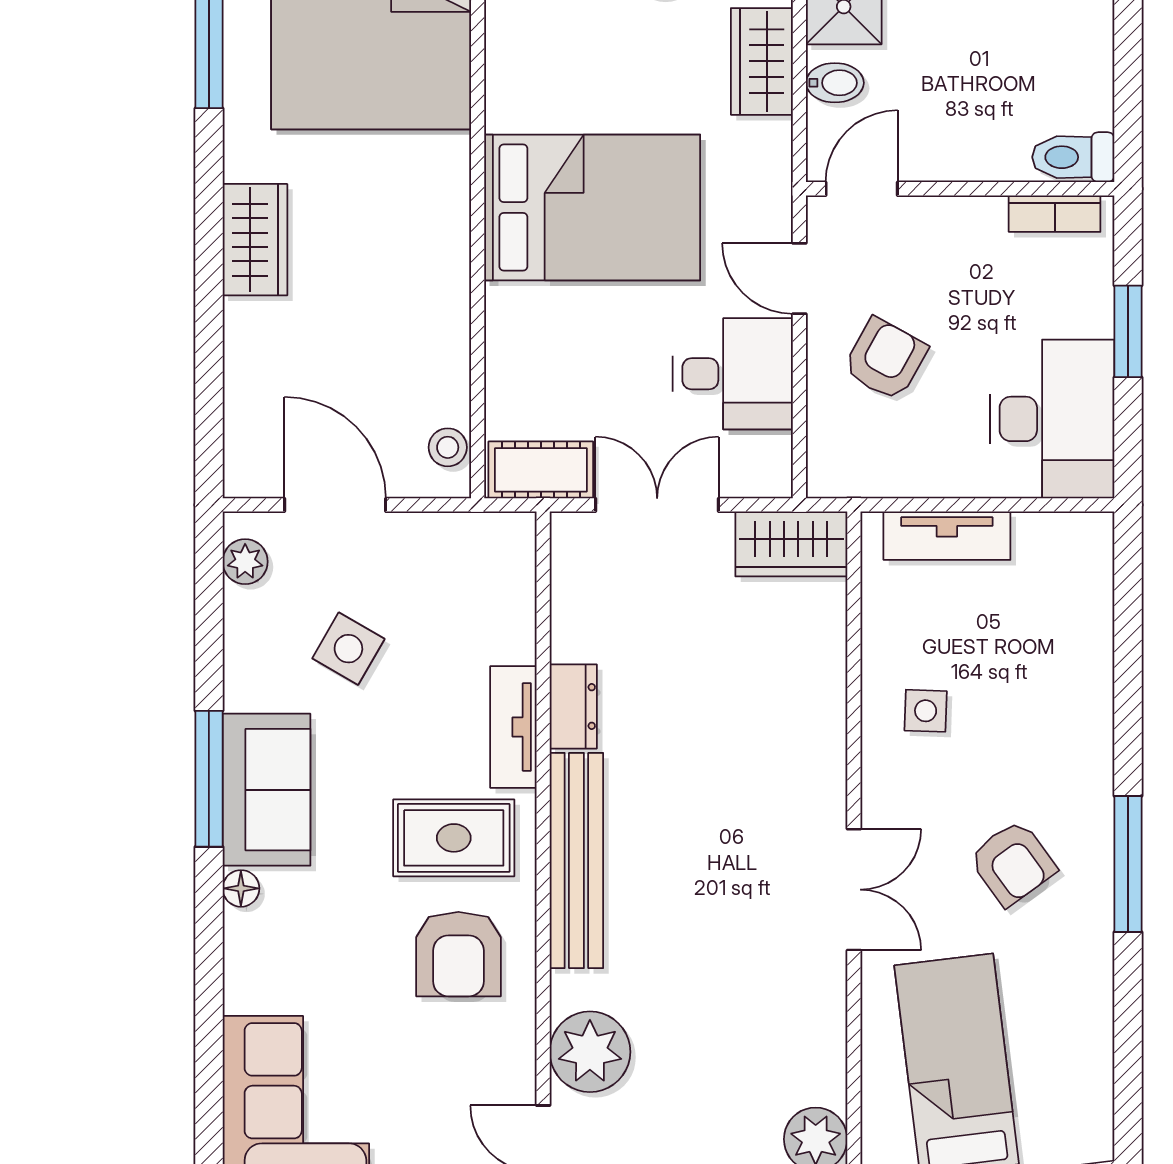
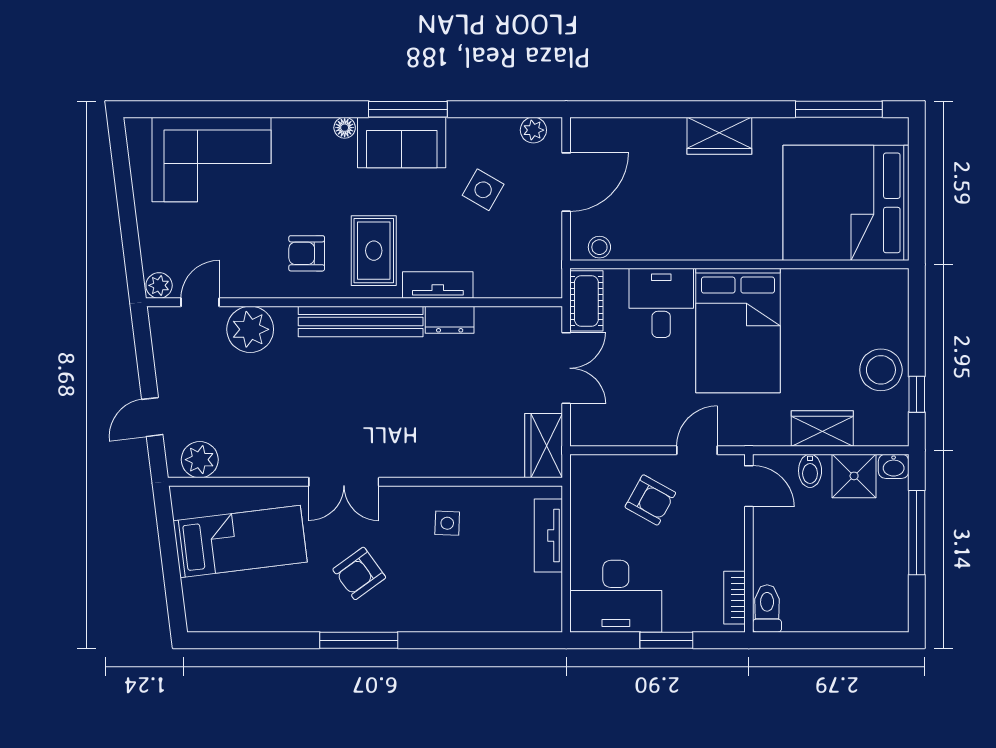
desk: (733, 374) -> (661, 303), moved, turned 180
armchair: (458, 954) -> (307, 253), width x0.72, depth x0.72

